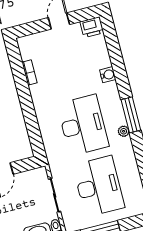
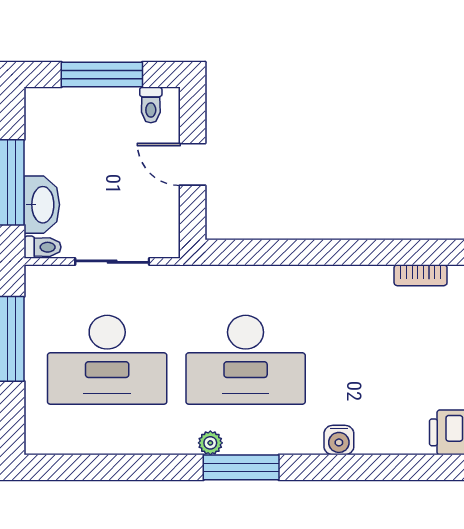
bookcase: (29, 73) -> (421, 275), moved

